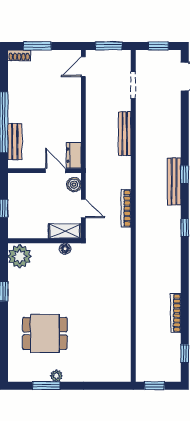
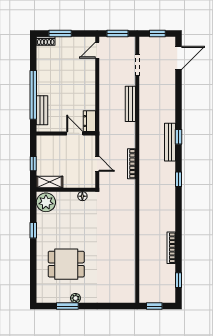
boiler: (74, 185) -> (90, 145), removed
shelving: (65, 231) -> (50, 182), moved

